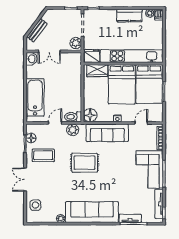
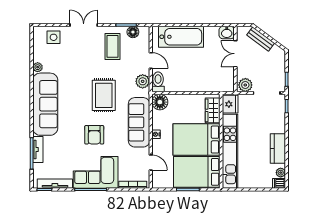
armchair: (118, 171) -> (94, 135), added

